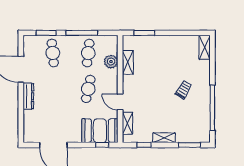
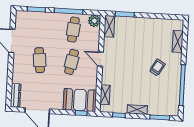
shelving: (205, 47) -> (178, 41), moved
cafe table: (53, 53) -> (40, 60), moved
plant: (111, 62) -> (94, 21), moved
shelving: (128, 62) -> (109, 26), moved
dresser: (28, 96) -> (16, 95), moved
door: (120, 102) -> (100, 59), moved

